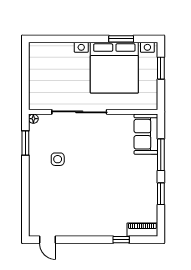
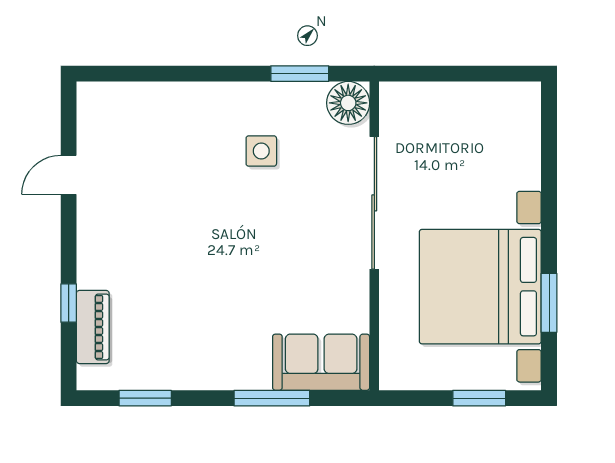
floor lamp: (33, 119) -> (348, 103), width x1.89, depth x1.89
window: (161, 194) -> (145, 398), moved
piano: (142, 230) -> (93, 327), moved
door: (48, 240) -> (69, 175), moved

